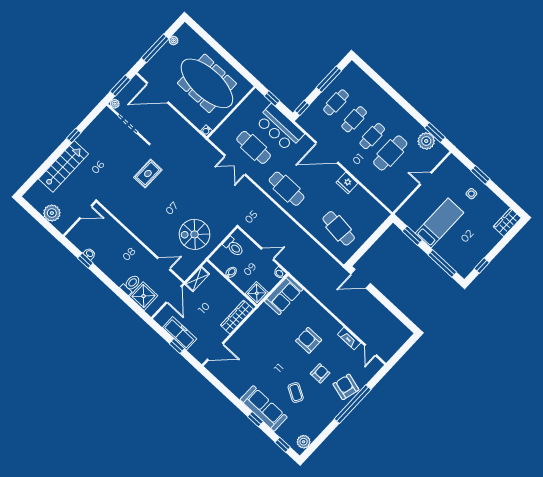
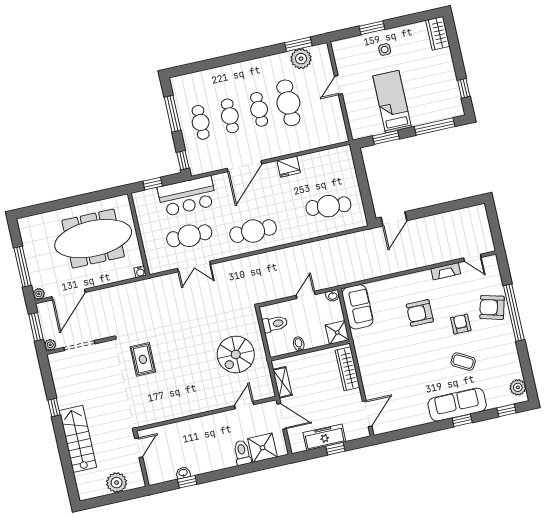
plant: (174, 41) -> (39, 294), moved

